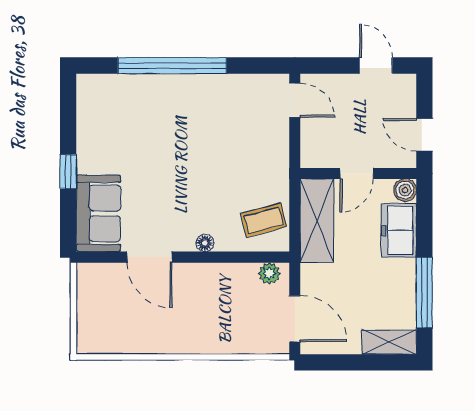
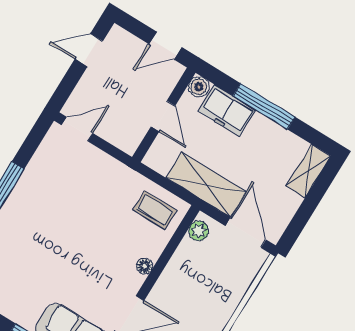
coffee table: (264, 220) -> (155, 210), turned -75
shelving: (317, 221) -> (206, 185), moved
window: (424, 292) -> (264, 106), moved
door: (295, 319) -> (246, 233), hinge flipped

